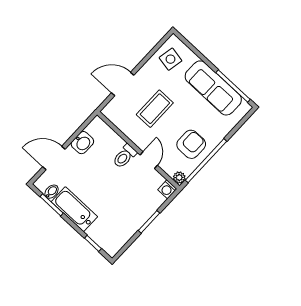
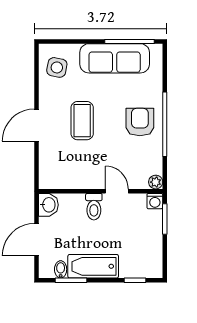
wall: (138, 150) -> (101, 191), moved
toilet: (125, 156) -> (94, 207), moved
door: (149, 160) -> (117, 191), moved
plant: (179, 178) -> (156, 182), moved
washing machine: (167, 189) -> (155, 201), moved

